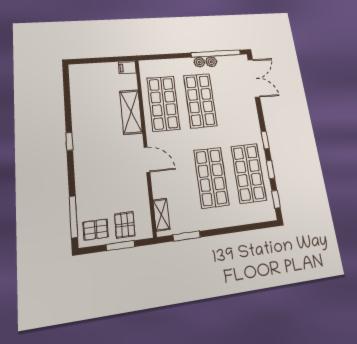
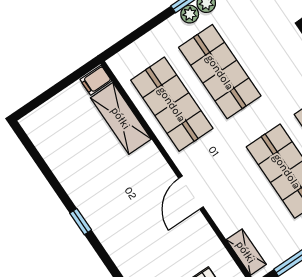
shelving: (131, 112) -> (121, 118), moved
door: (147, 160) -> (191, 193), swing flipped

